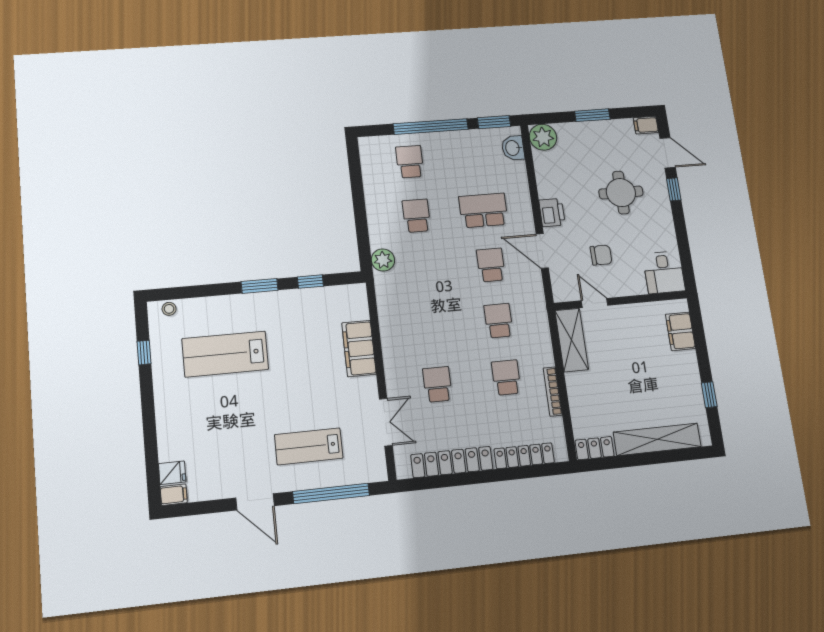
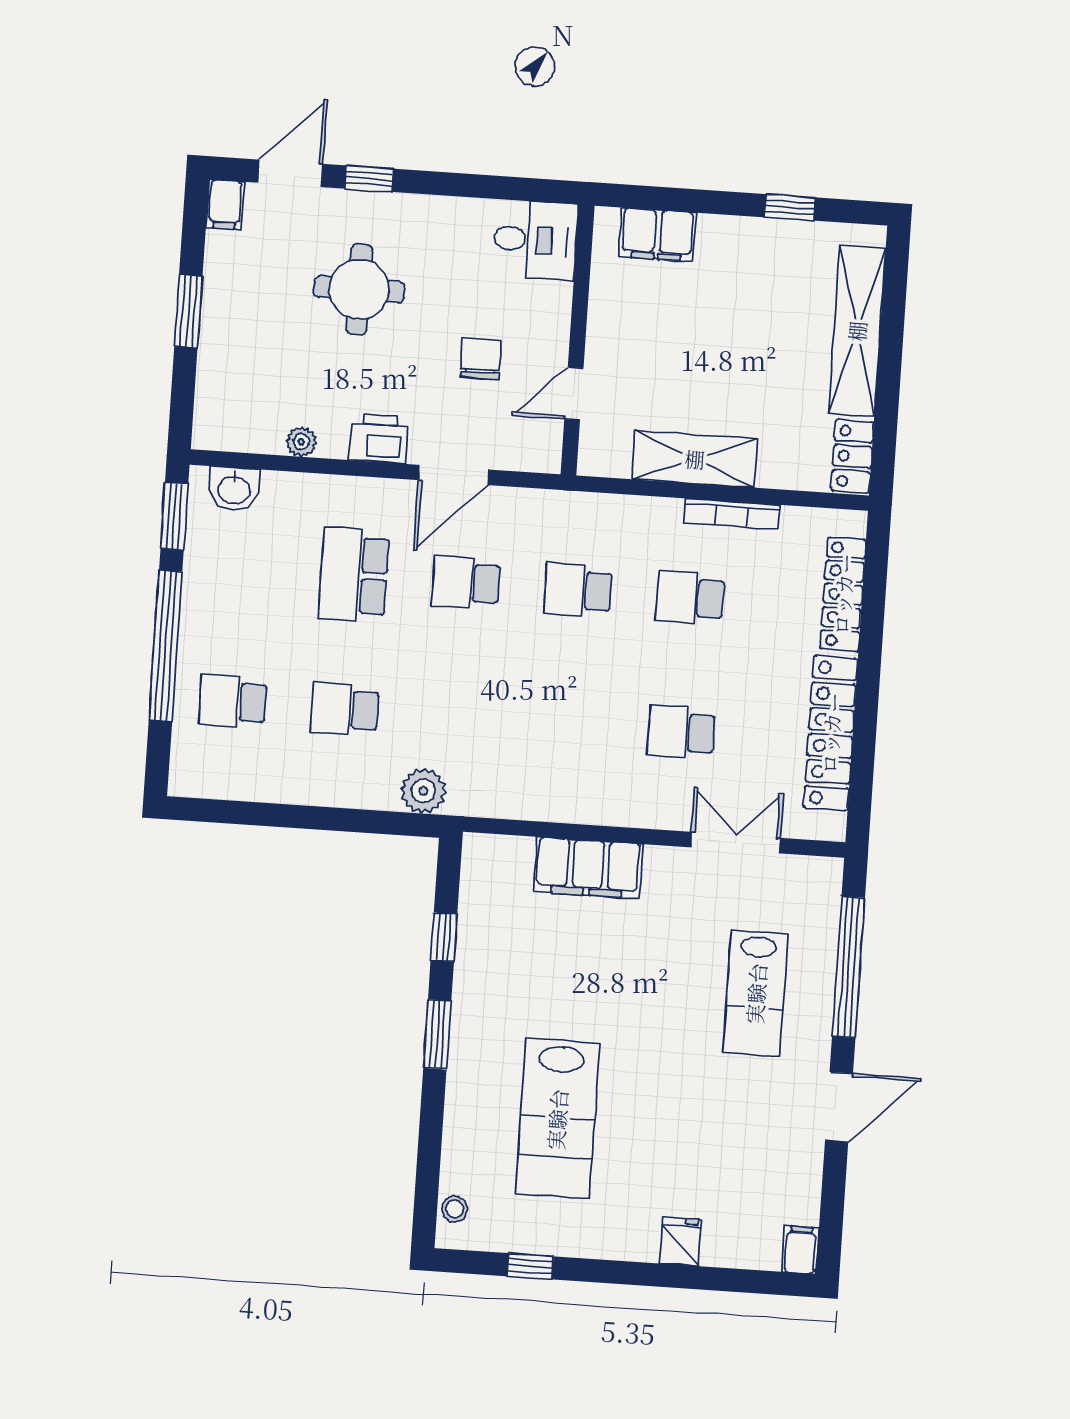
plant: (543, 137) -> (301, 442), moved, width x0.53, depth x0.53
shelving: (572, 340) -> (695, 459), moved
fridge: (172, 473) -> (681, 1242), moved

